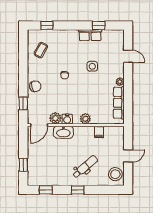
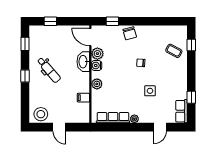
row of seats: (90, 35) -> (181, 111), moved
coffee table: (41, 50) -> (174, 51), moved
dental chair: (85, 167) -> (49, 70), moved

